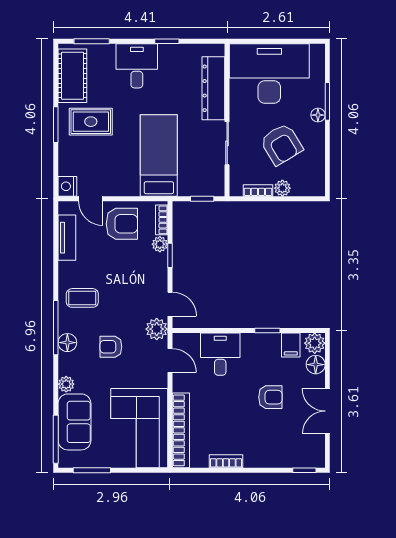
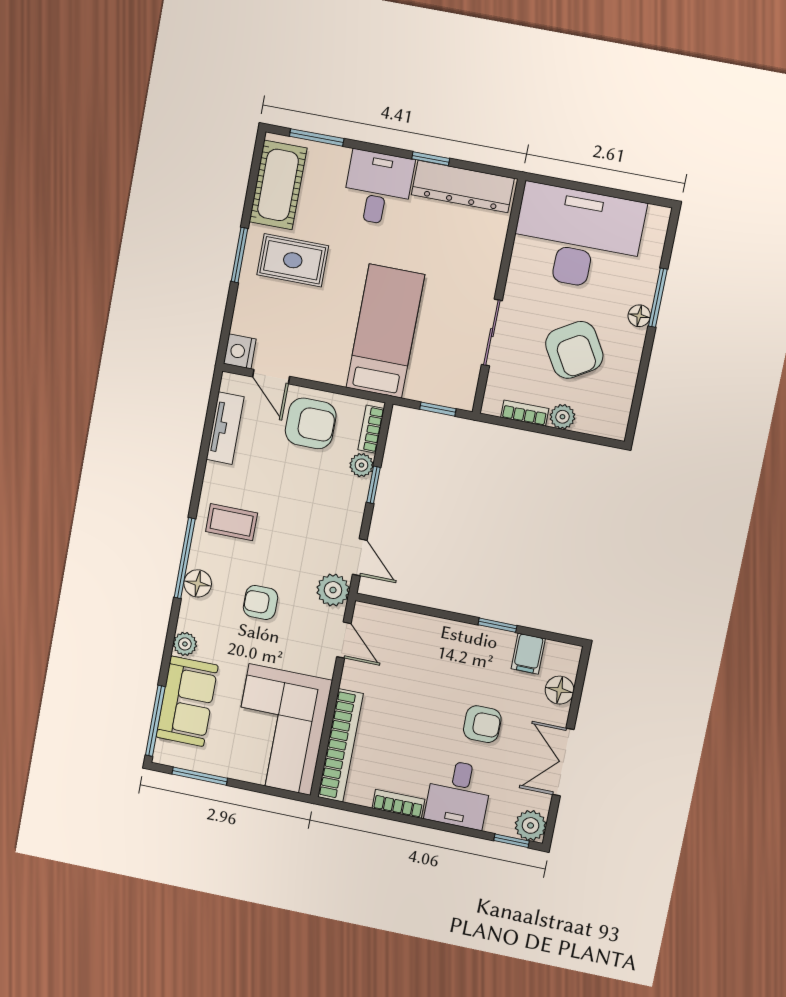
dresser: (213, 88) -> (463, 186), moved, turned -90
plant: (315, 343) -> (531, 825), moved
desk: (220, 354) -> (459, 794), moved, turned 180

